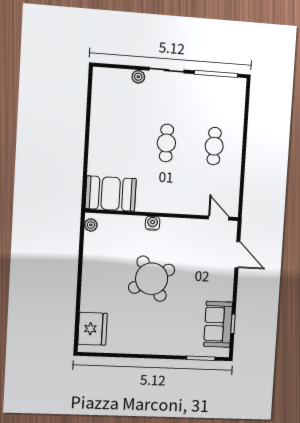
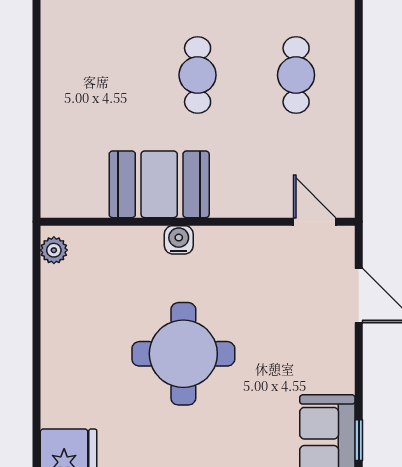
booth: (111, 194) -> (159, 184), moved
round table: (152, 279) -> (183, 354), turned 30

